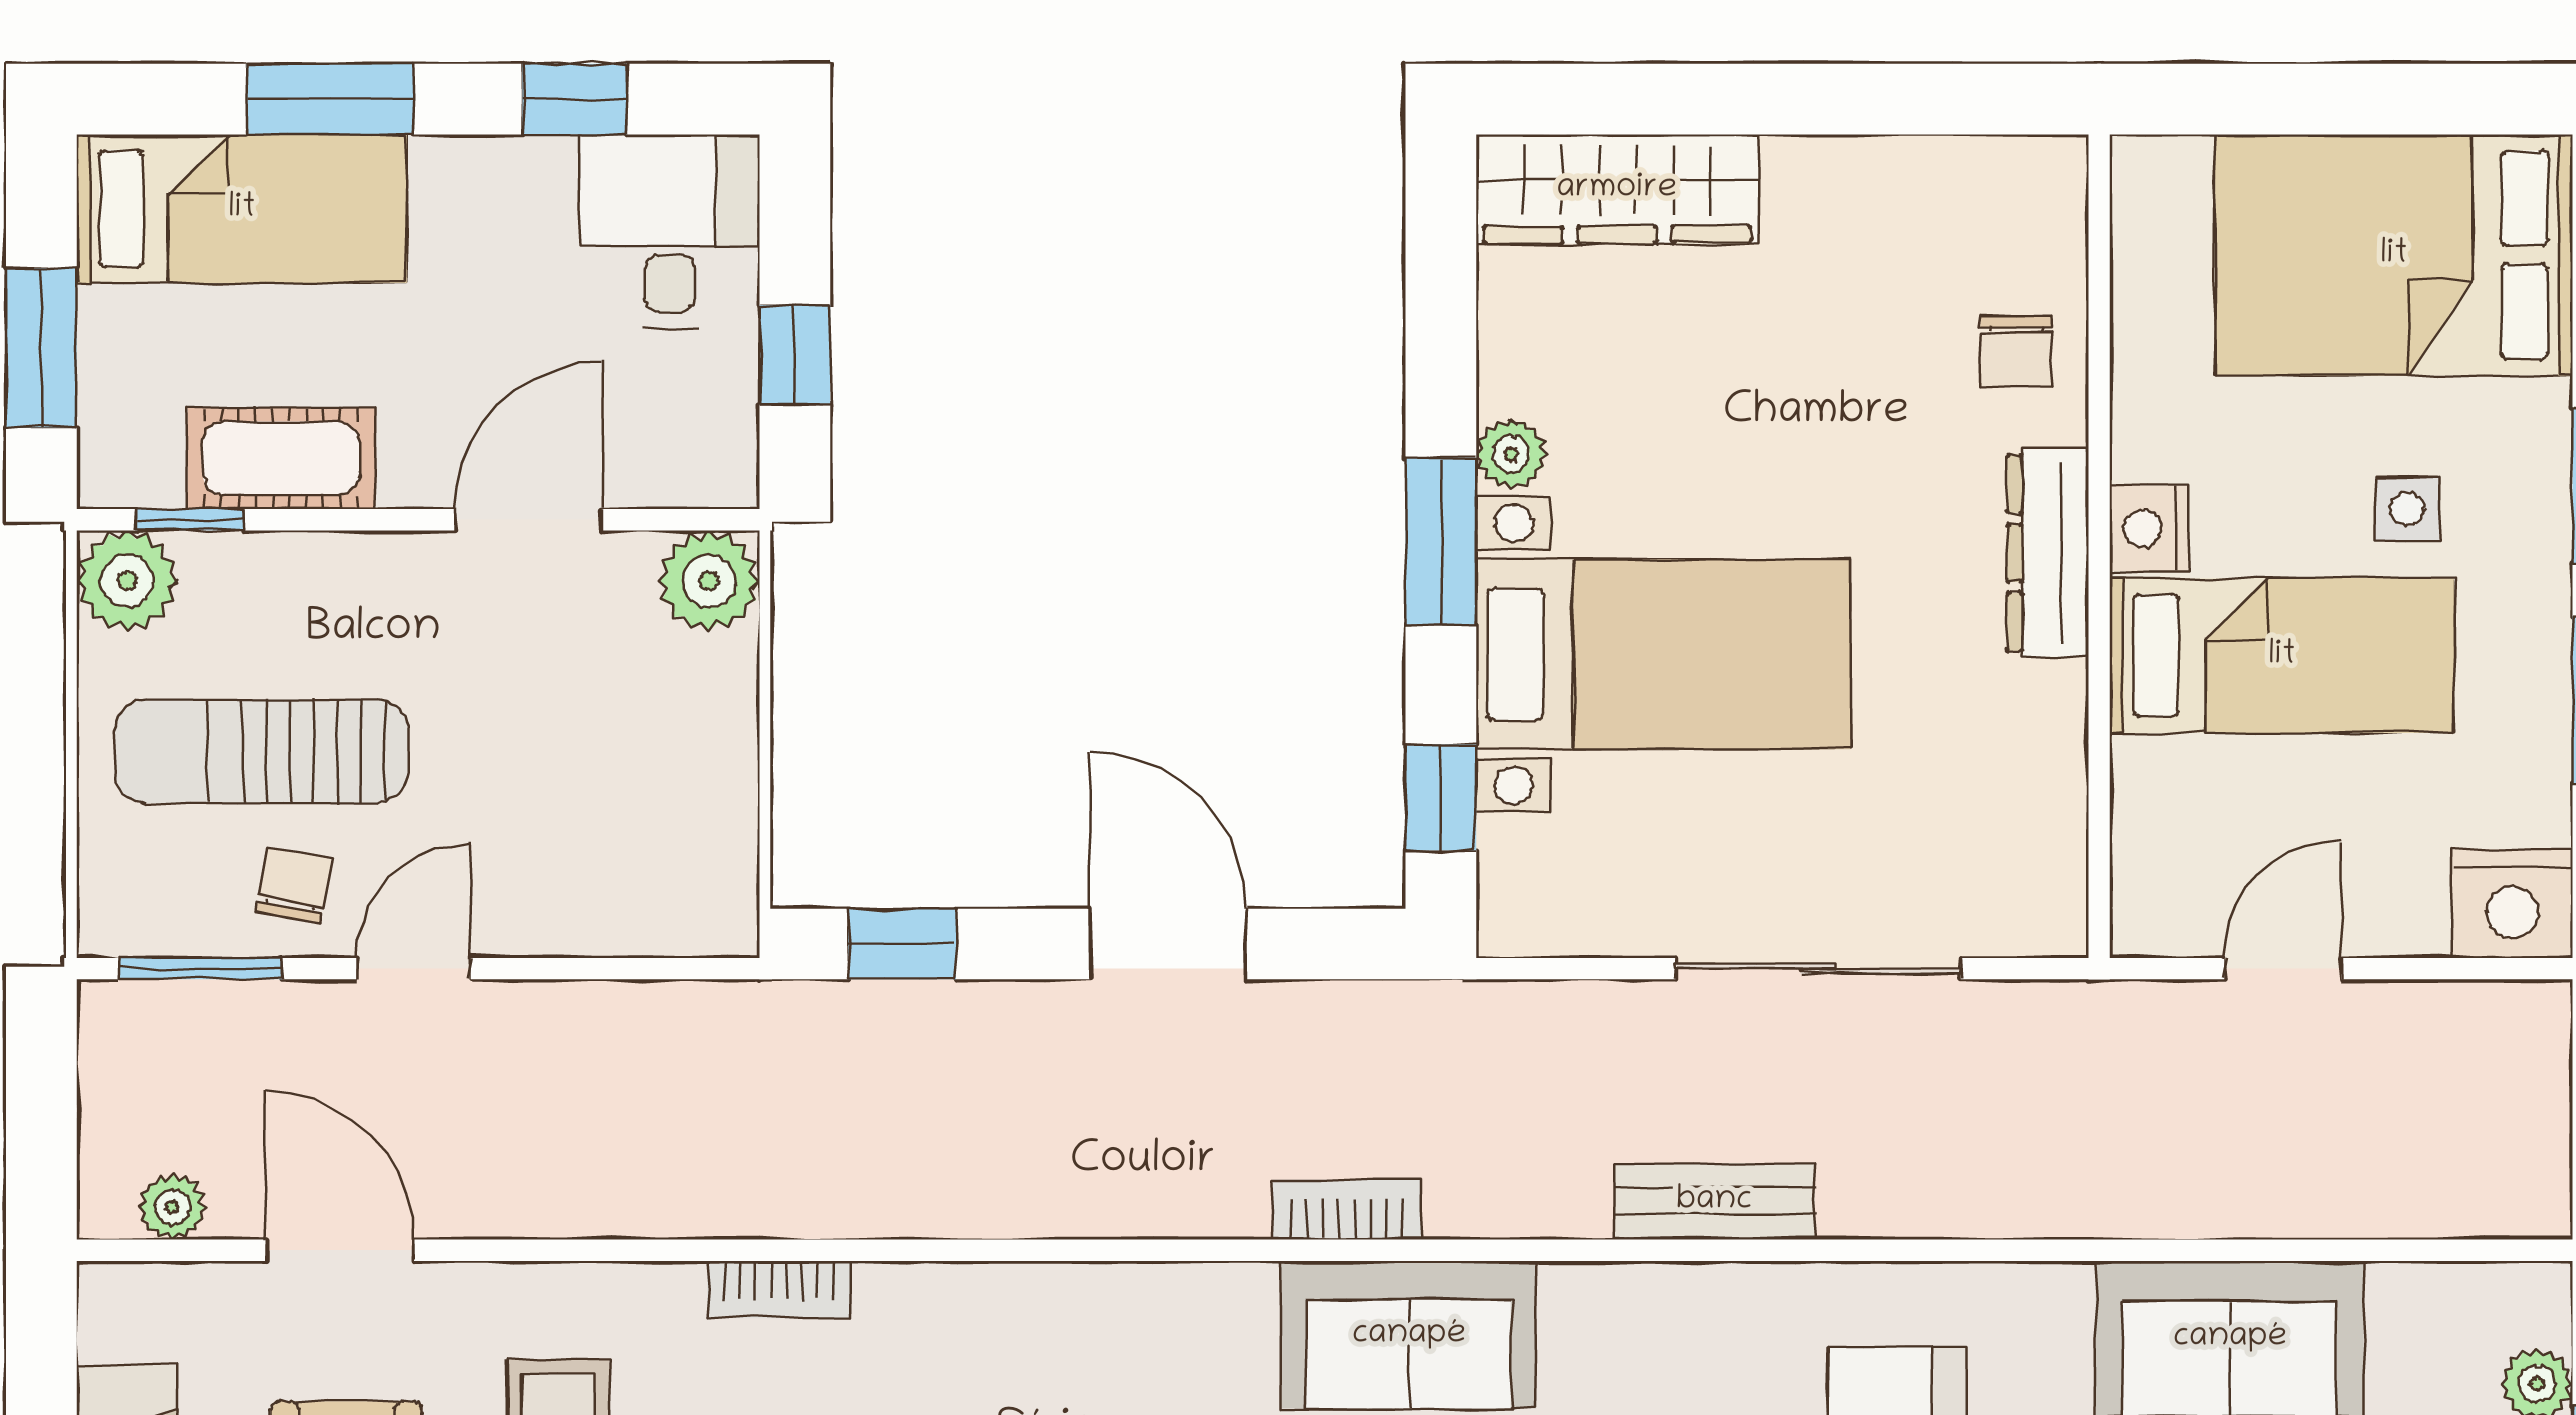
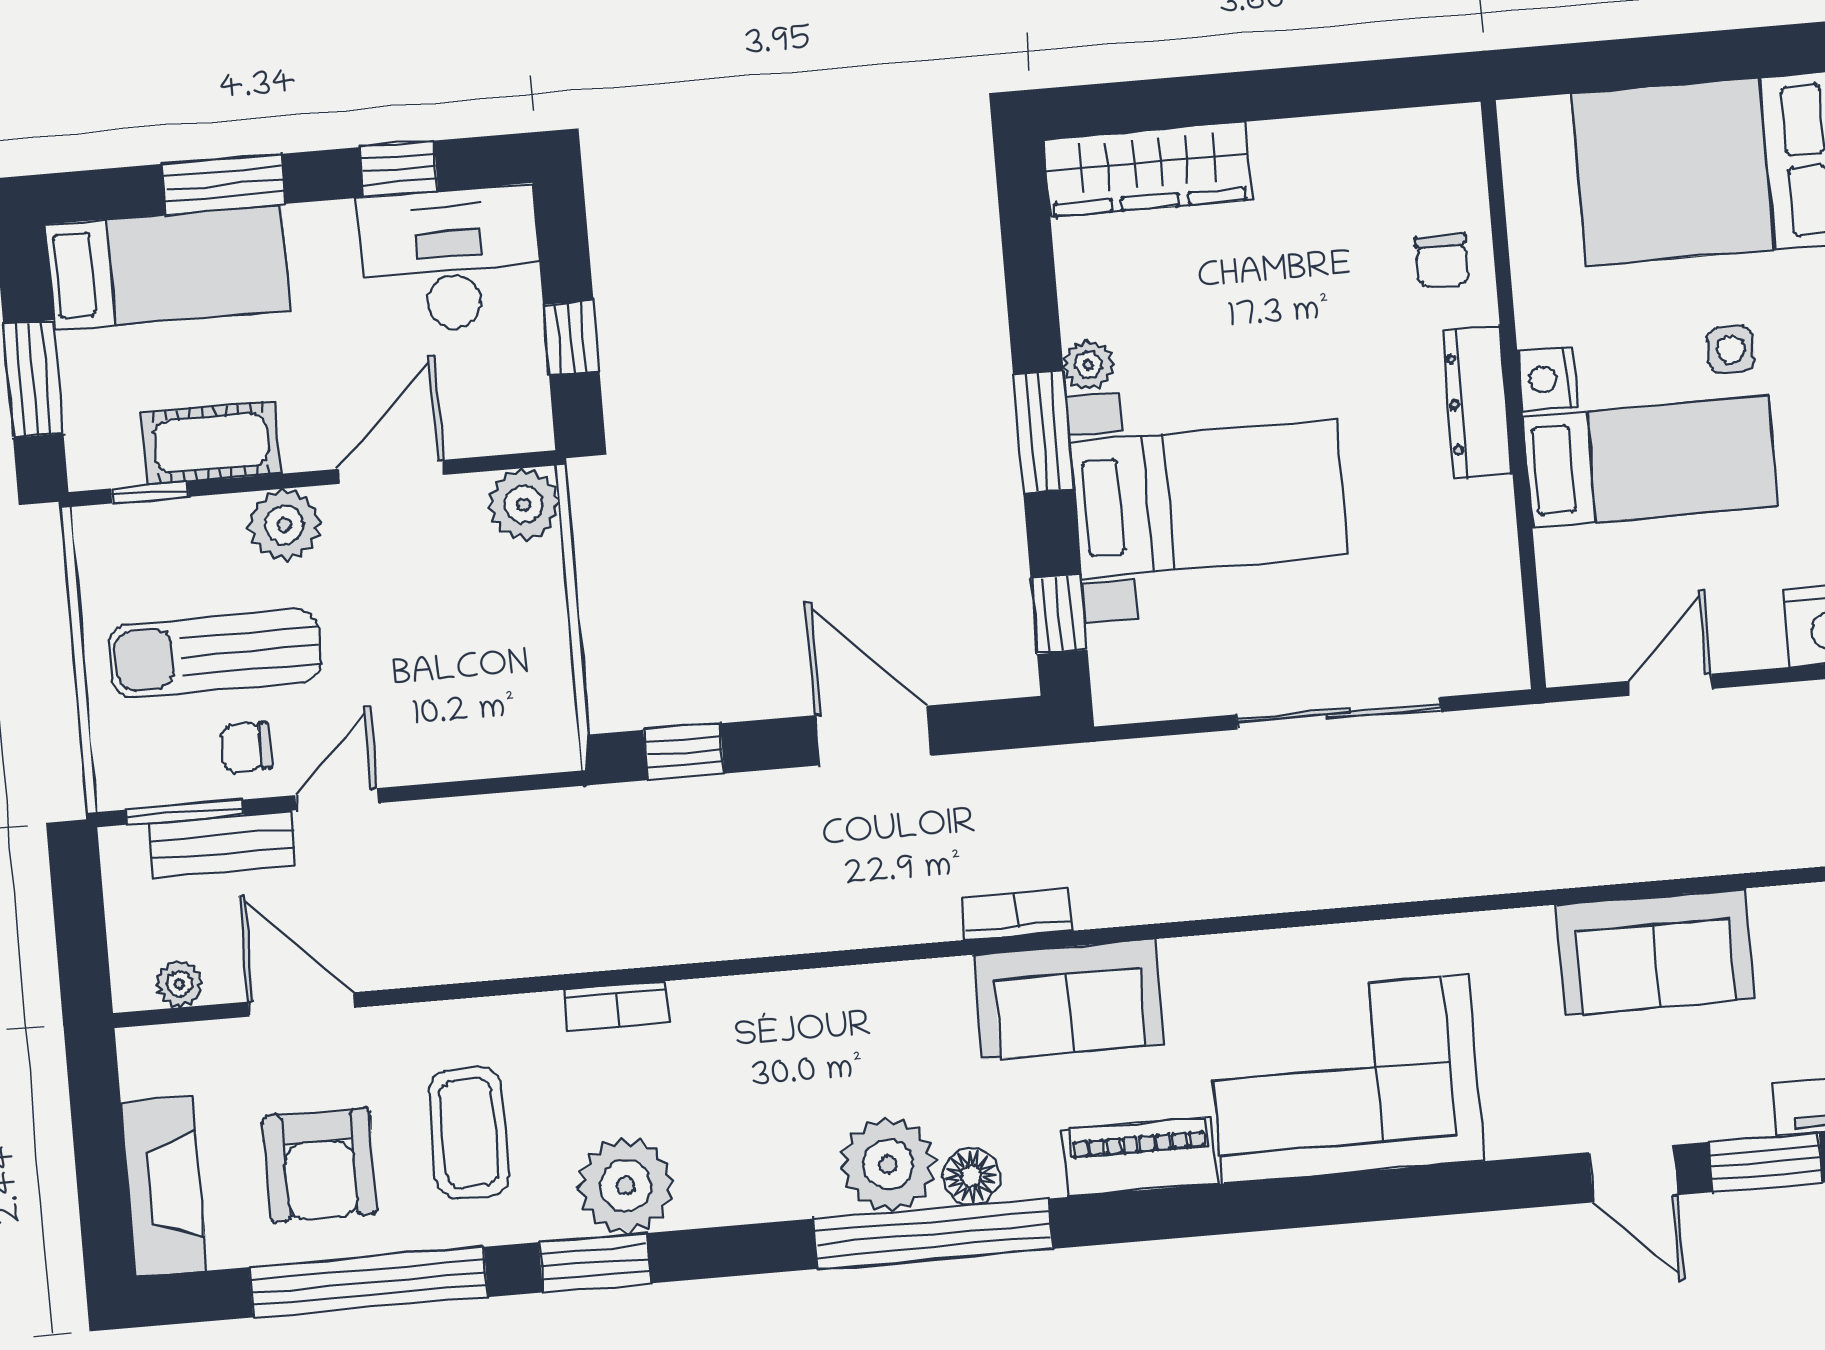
desk: (670, 231) -> (451, 259), width x1.37
plant: (127, 581) -> (284, 525), moved
chair: (294, 885) -> (246, 747), turned -100
bench: (1714, 1201) -> (222, 844), moved

